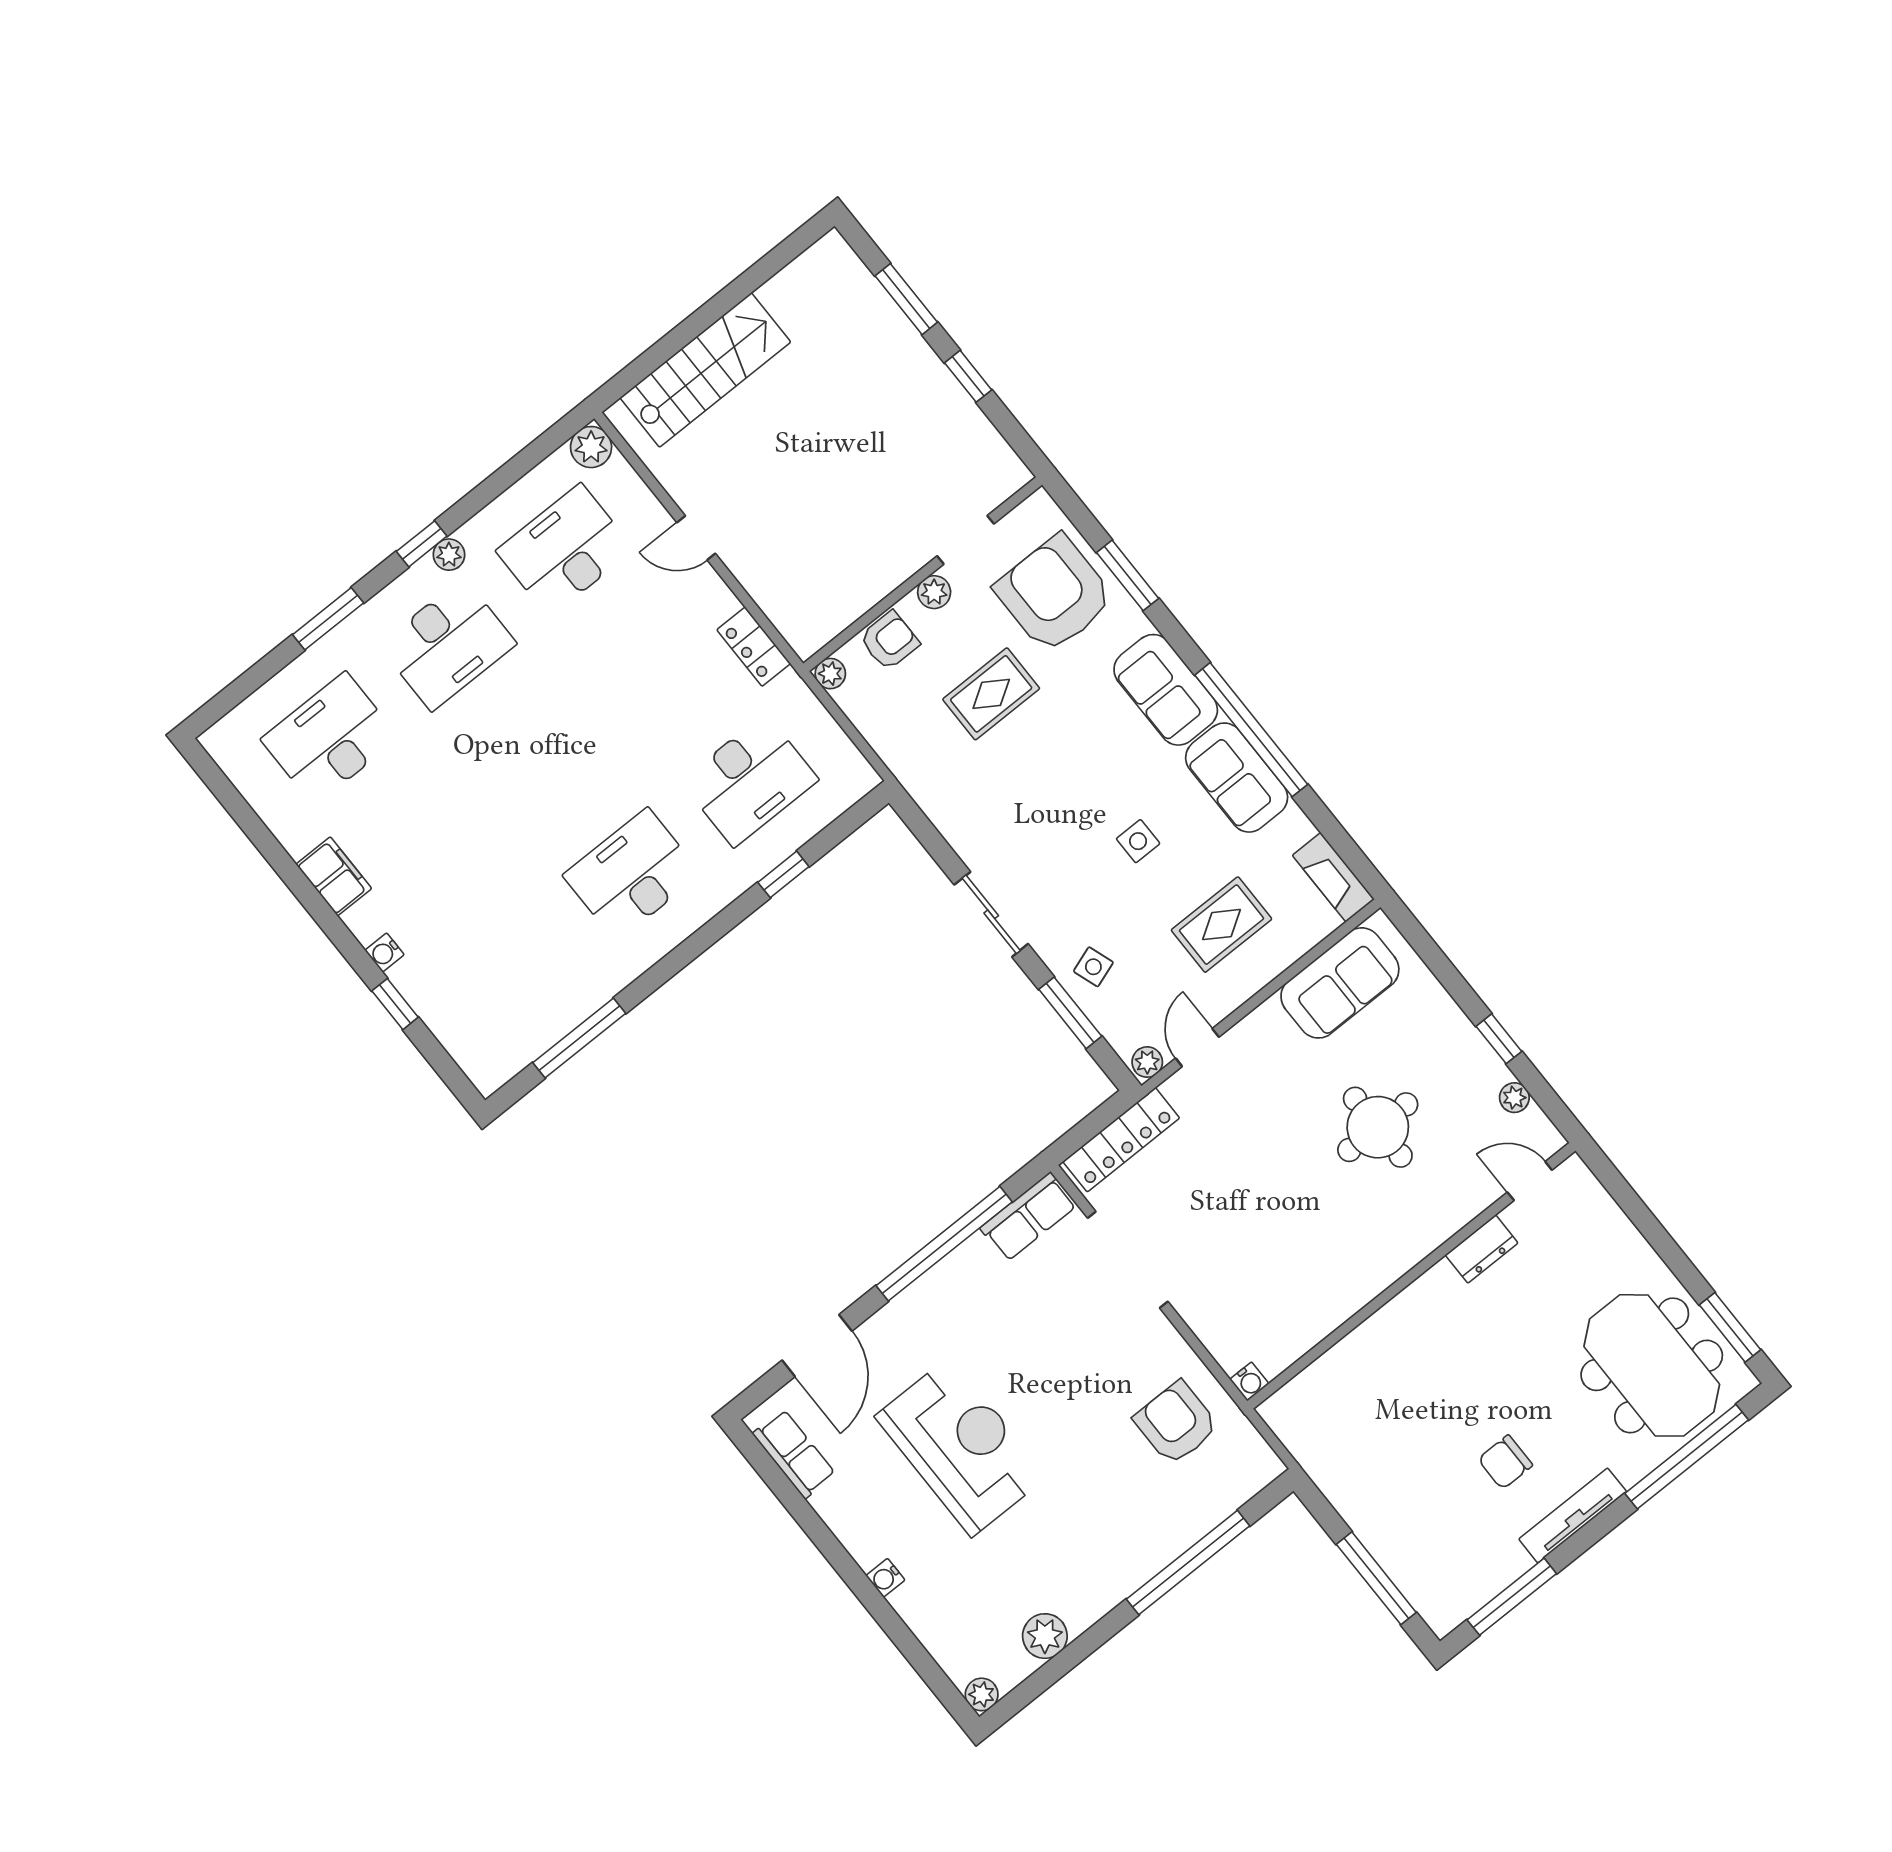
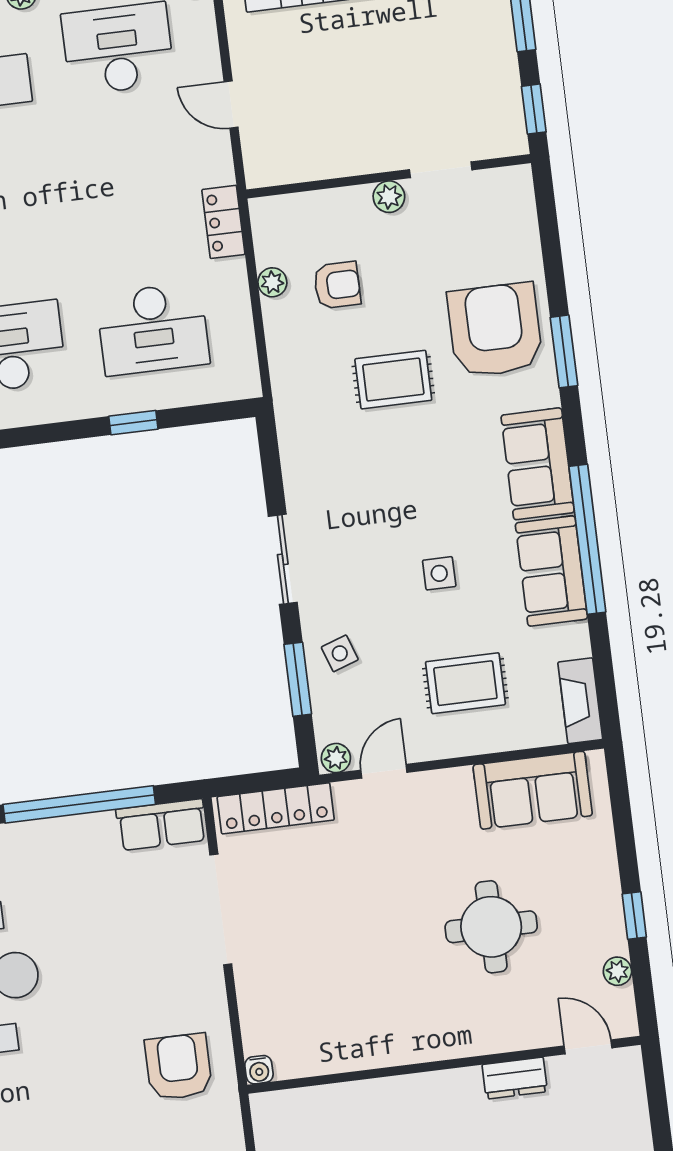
doorway: (965, 540) -> (441, 170), moved
wall: (923, 574) -> (389, 176), moved
plant: (934, 592) -> (389, 197), moved

